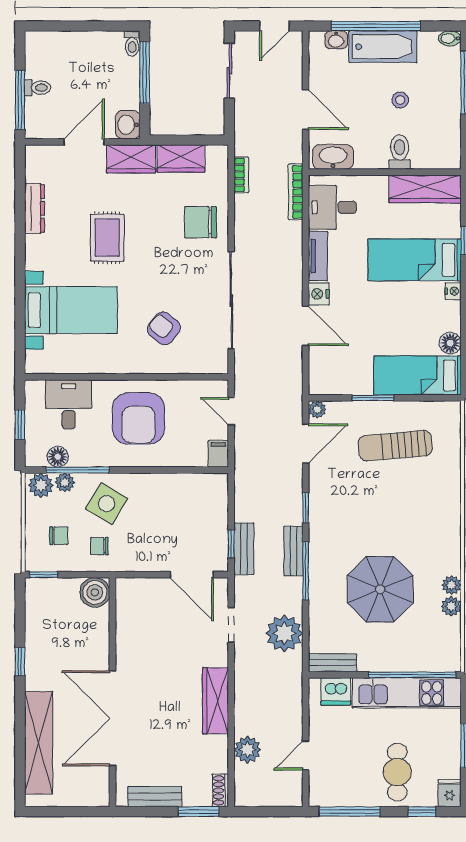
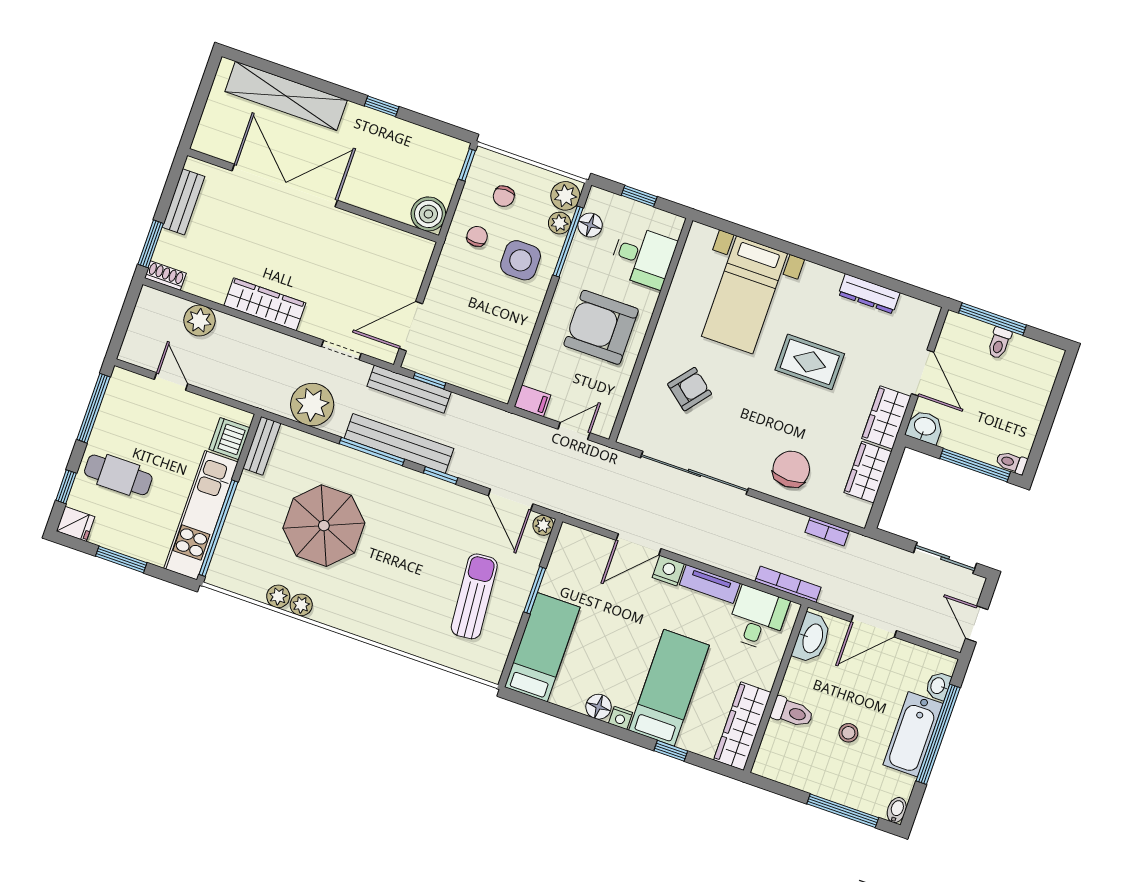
floor lamp: (450, 343) -> (599, 707), moved
side table: (107, 504) -> (521, 260), turned -31
bench: (244, 549) -> (409, 389), width x1.36
bench: (293, 551) -> (399, 443), width x1.86, depth x1.21

